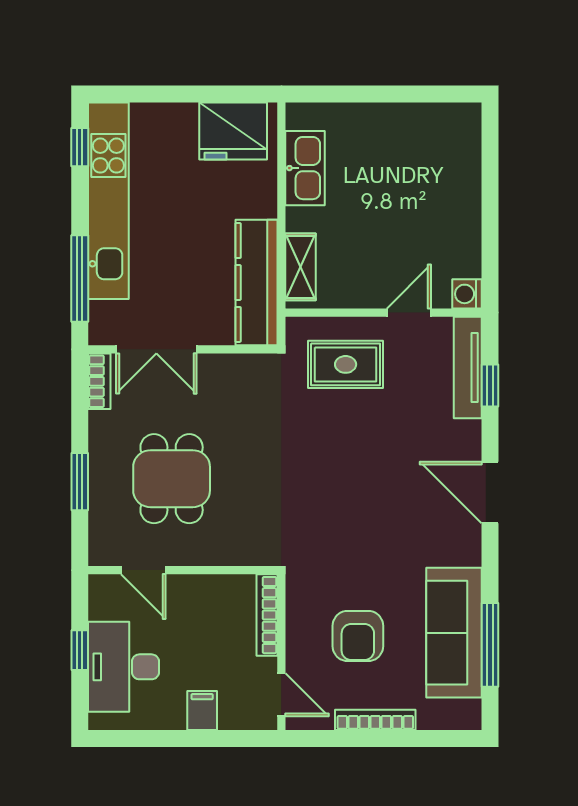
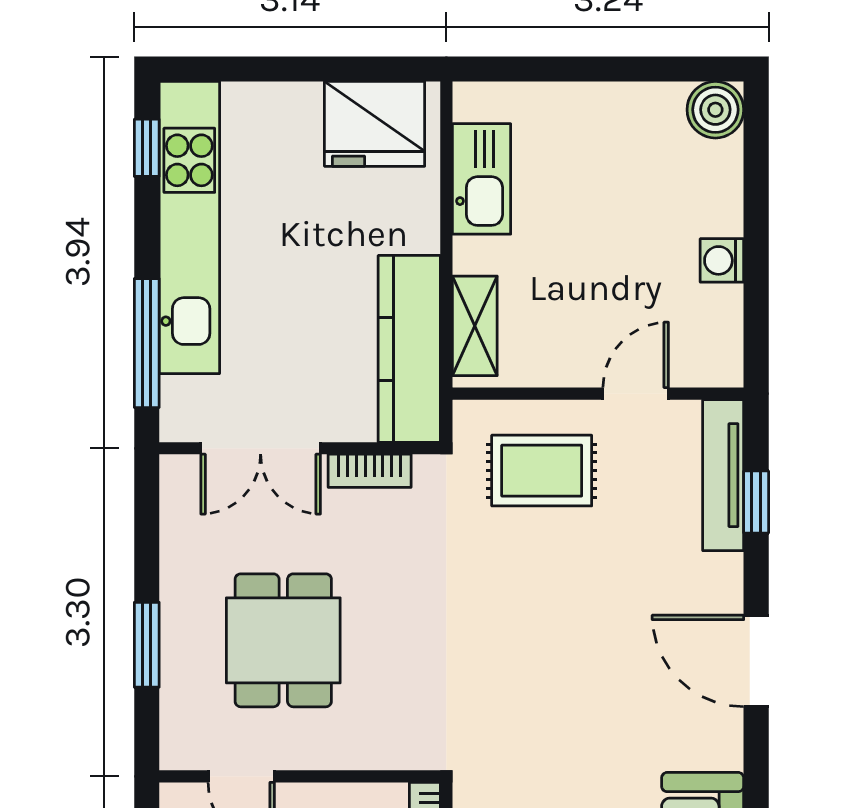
boiler: (462, 121) -> (715, 110), added
washing machine: (467, 294) -> (722, 260), moved
bookcase: (99, 381) -> (370, 471), moved, turned 90

